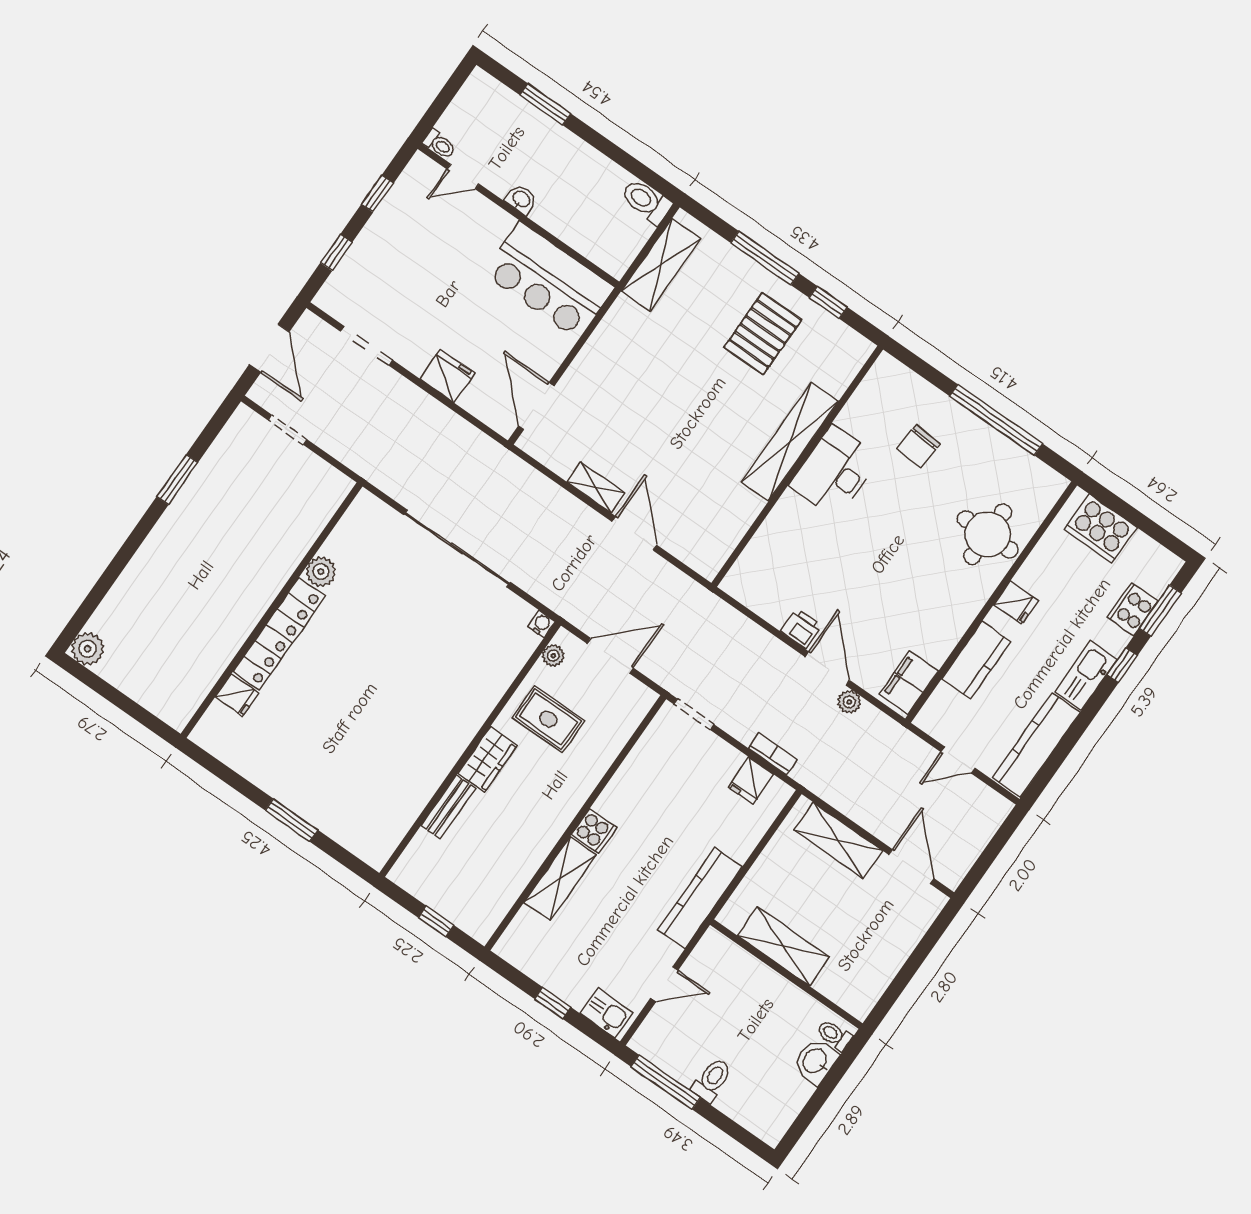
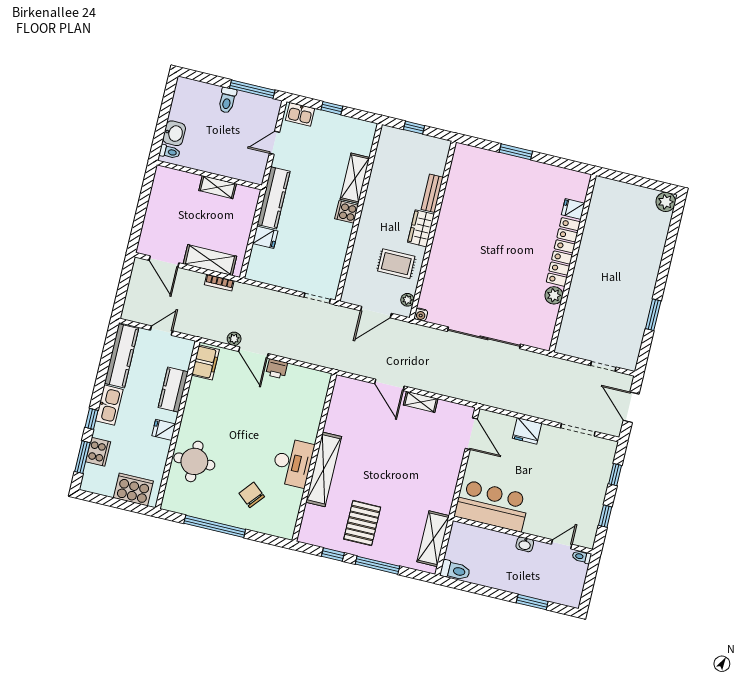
chair: (918, 446) -> (252, 495), turned -54
bookcase: (773, 754) -> (219, 283), moved
fridge: (751, 781) -> (265, 237), moved, turned 90
shelving: (783, 946) -> (218, 187), width x0.67, depth x0.75

